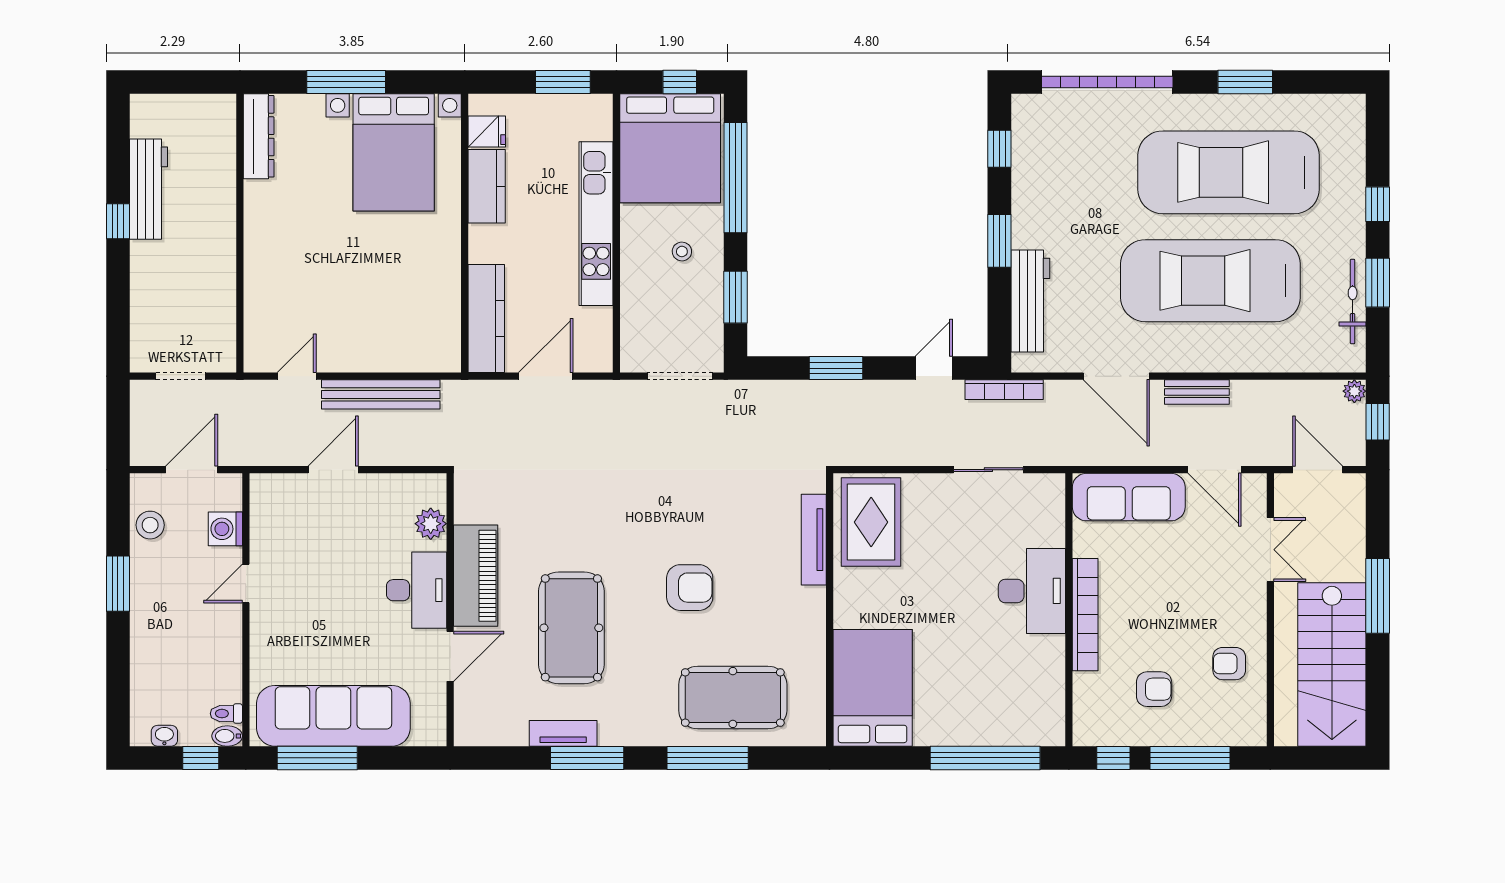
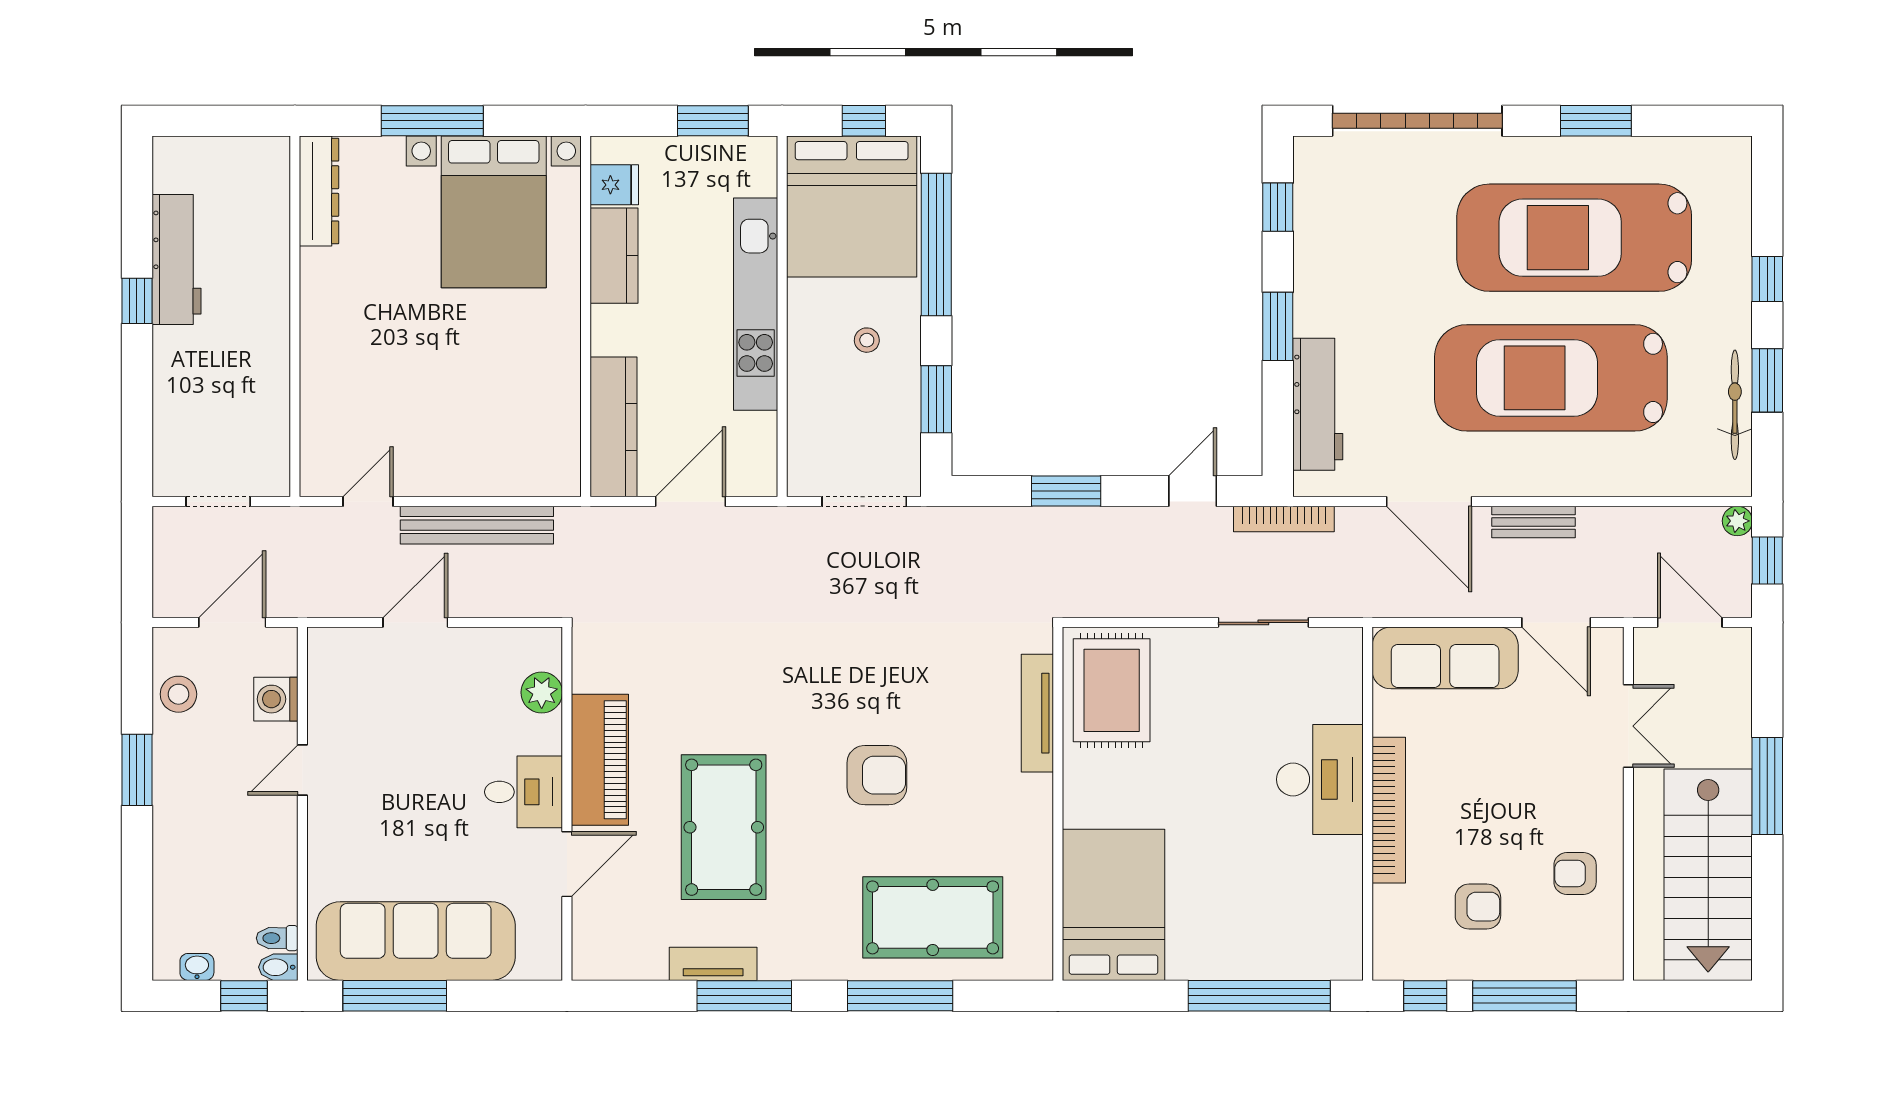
desk: (417, 590) -> (523, 792), width x0.73

